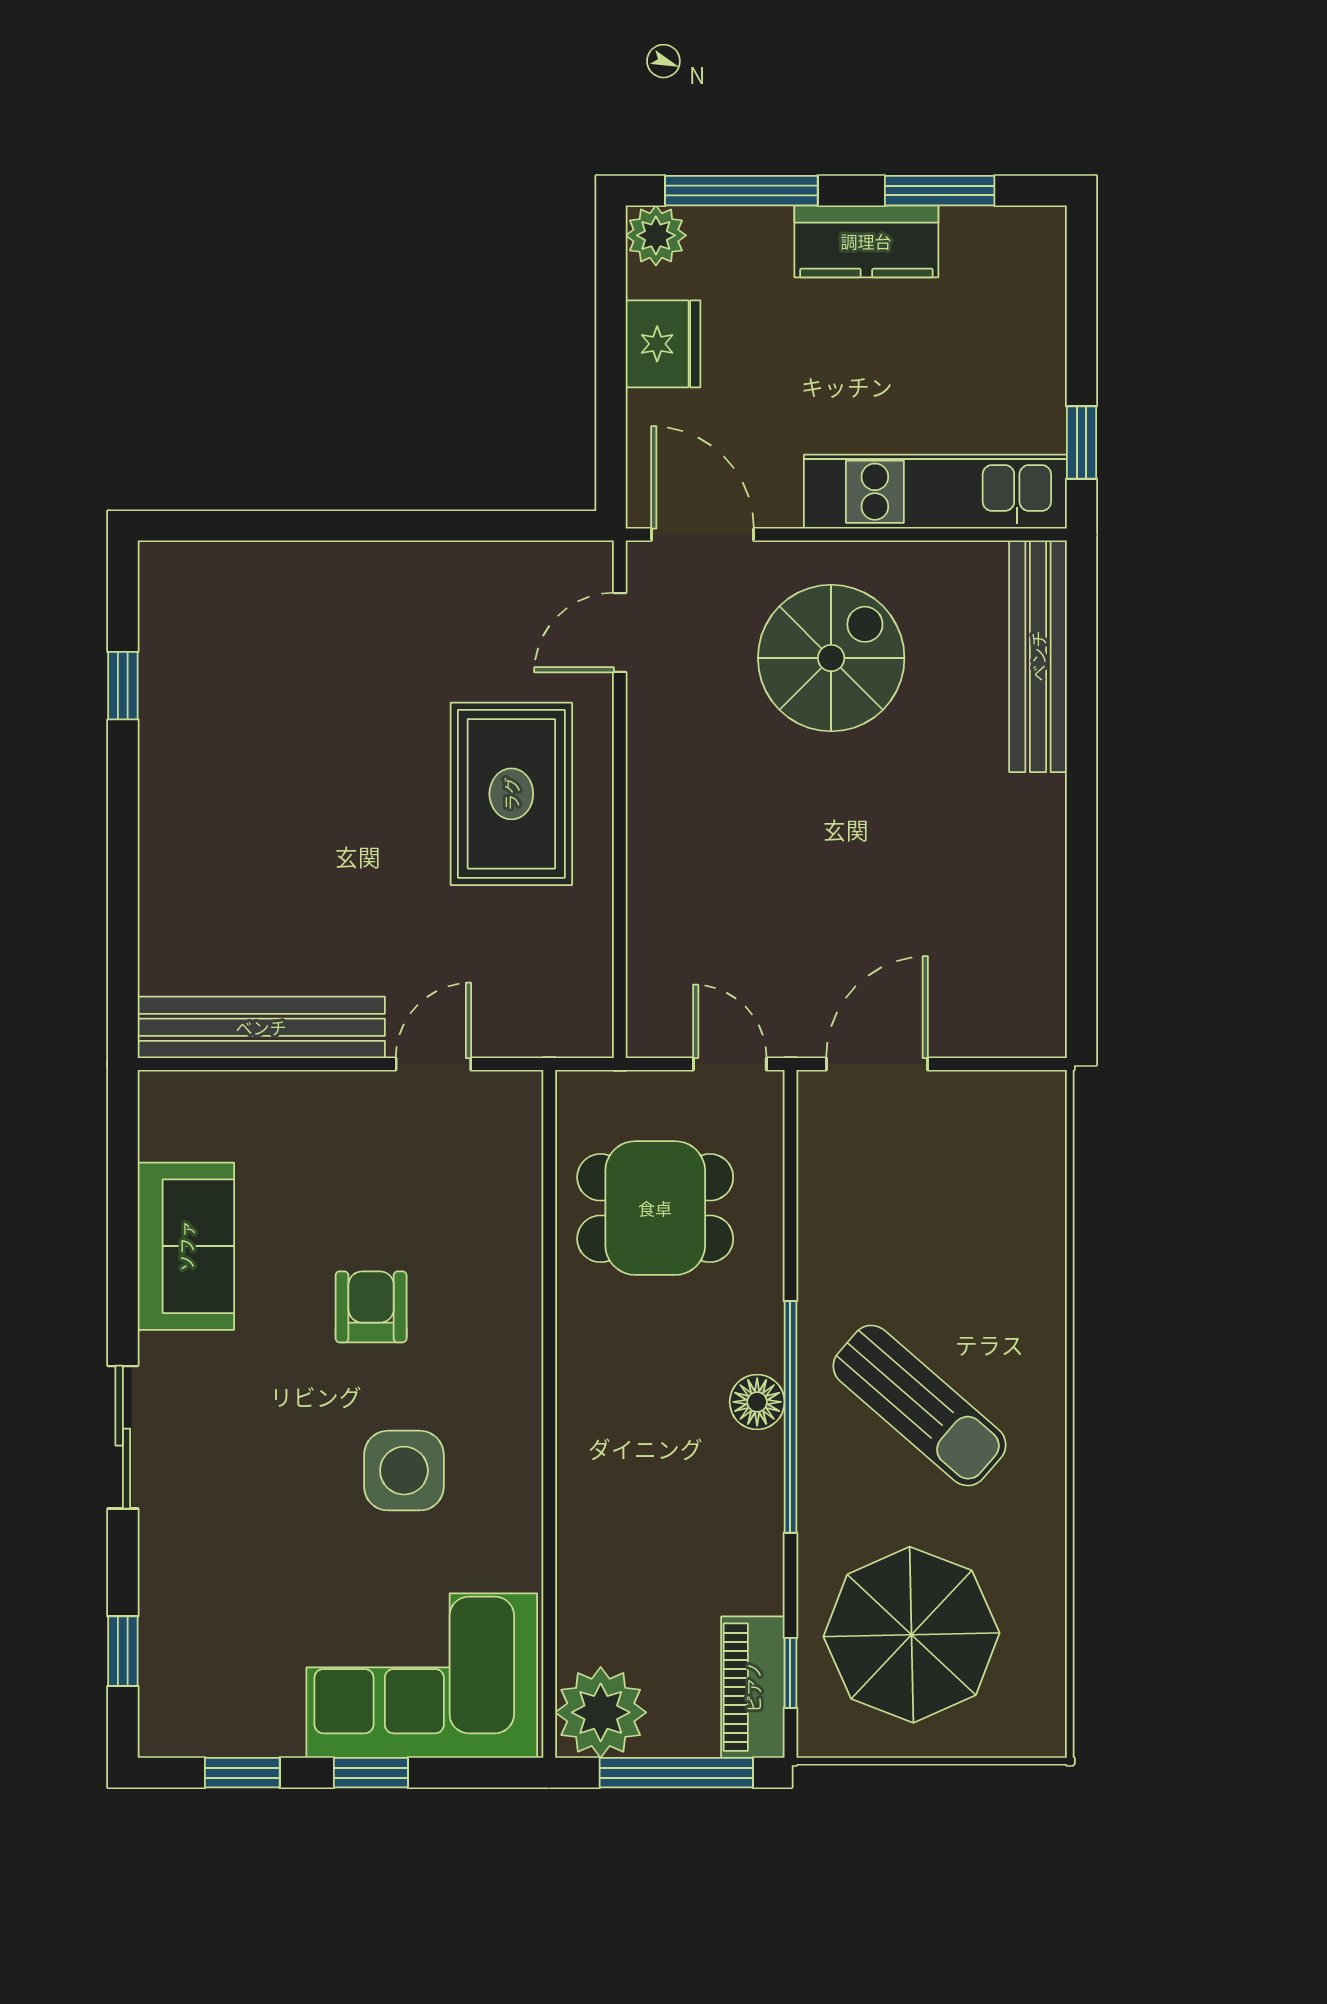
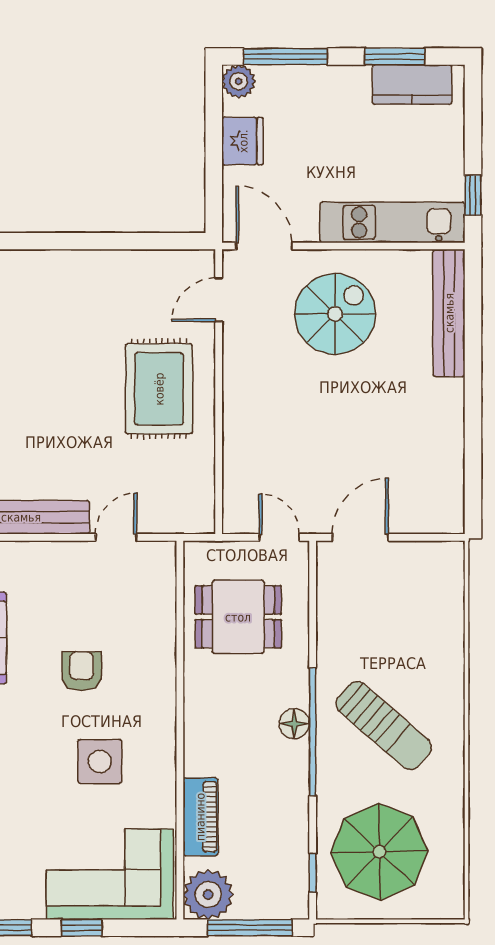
kitchen counter: (866, 241) -> (412, 84), moved
piano: (753, 1687) -> (200, 817), moved, turned 180

